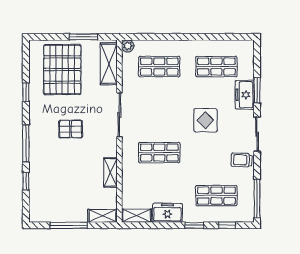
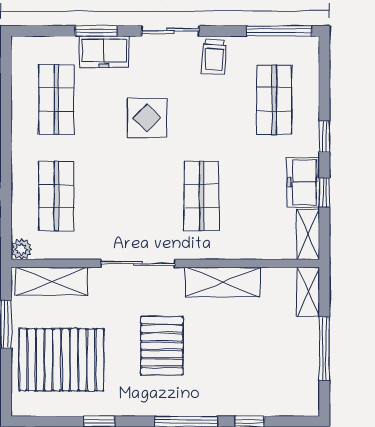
pallet: (71, 129) -> (162, 346), width x1.50, depth x1.42
shelving: (111, 172) -> (223, 282), width x1.50, depth x1.33
window: (227, 225) -> (324, 193), moved

